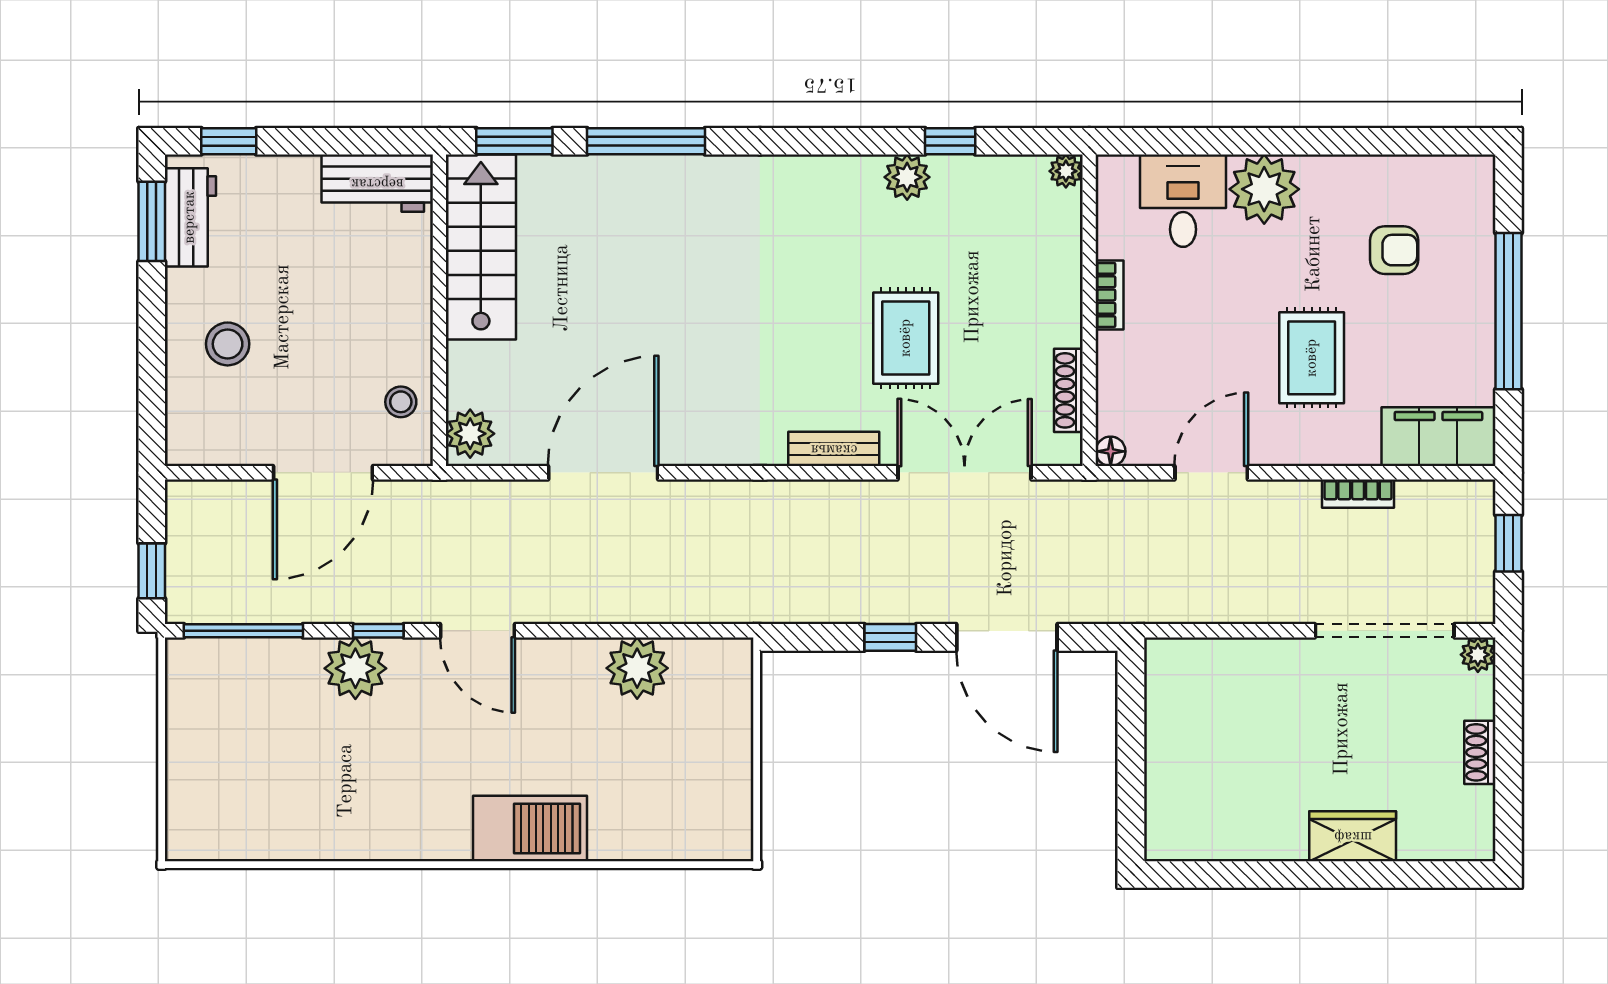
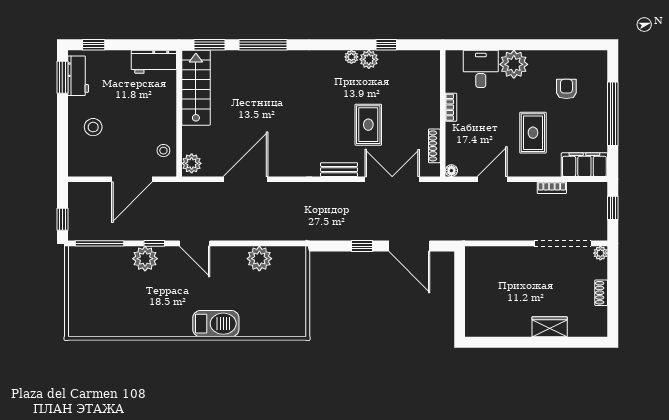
plant: (1066, 171) -> (351, 57), moved
armchair: (1394, 250) -> (566, 89), turned -90

